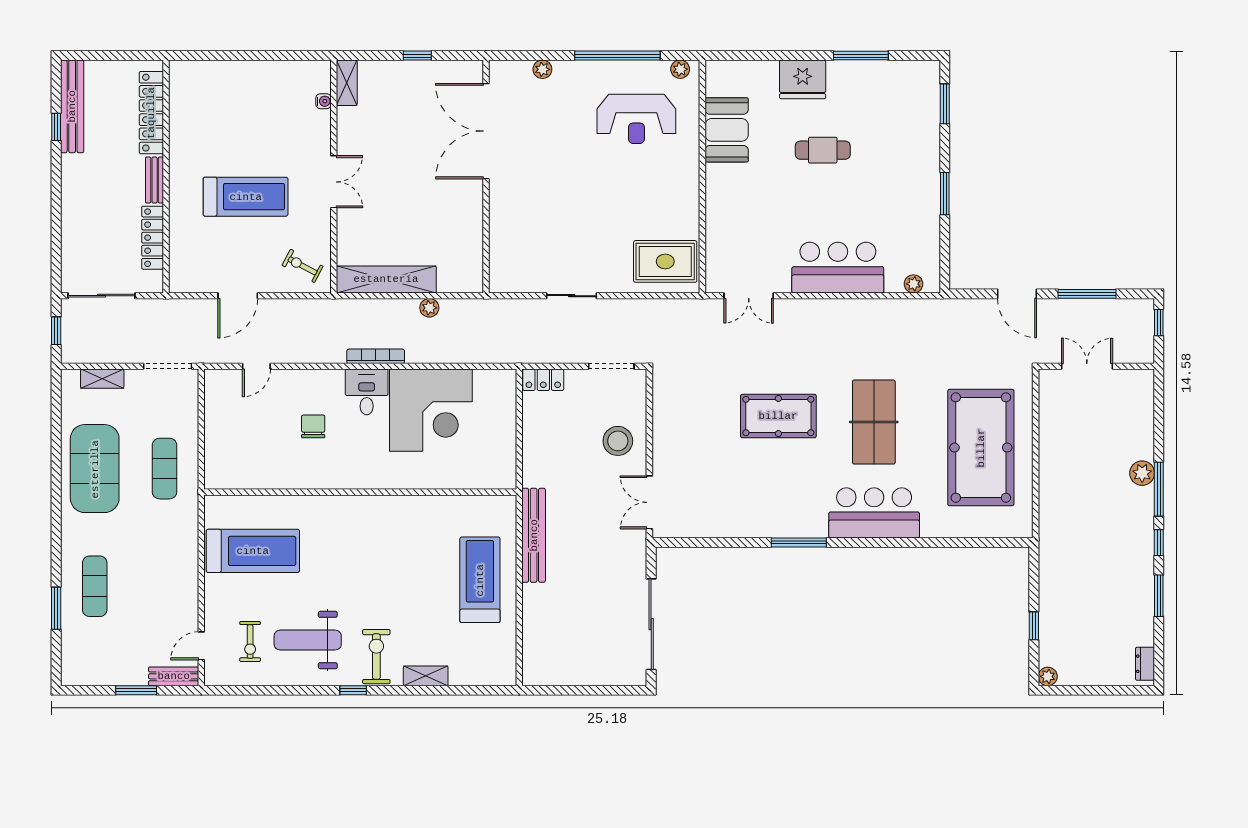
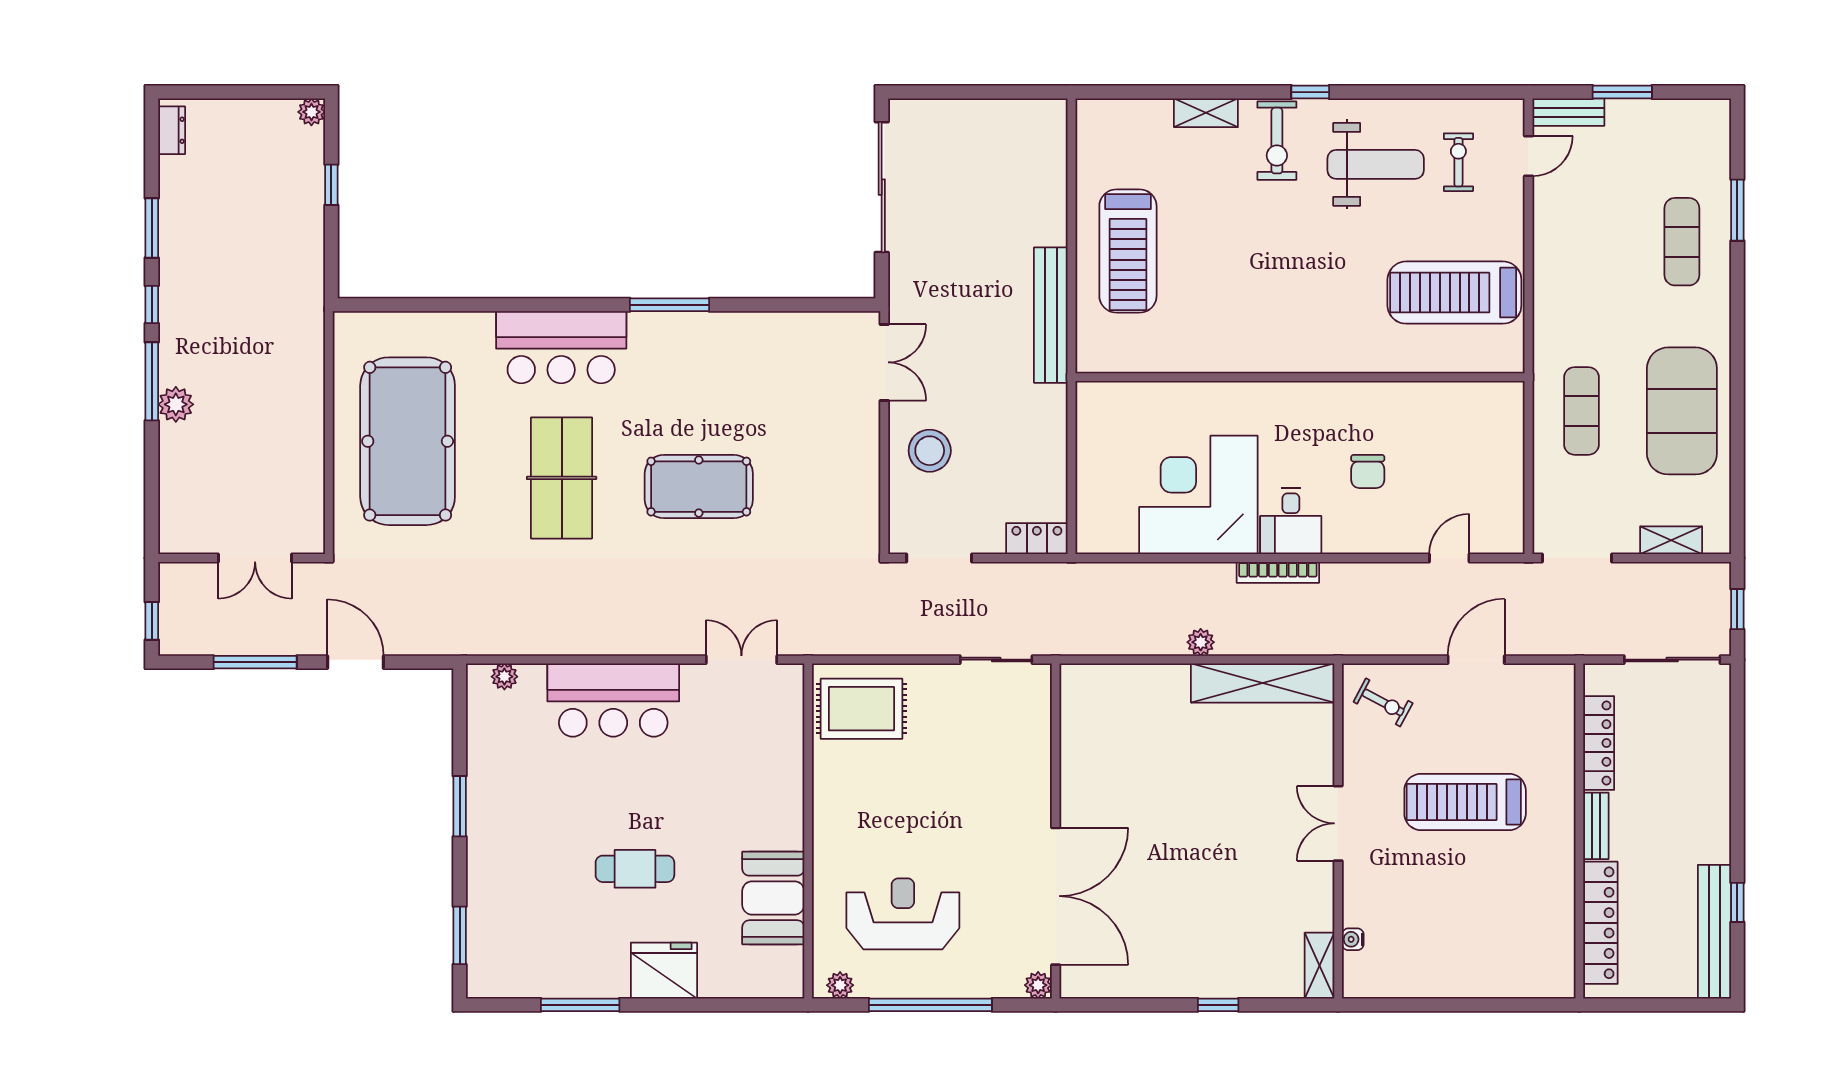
double door: (486, 131) -> (1056, 896), moved
wall: (486, 176) -> (1056, 831), moved

